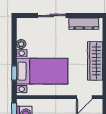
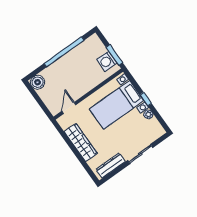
window: (14, 73) -> (146, 99), moved

